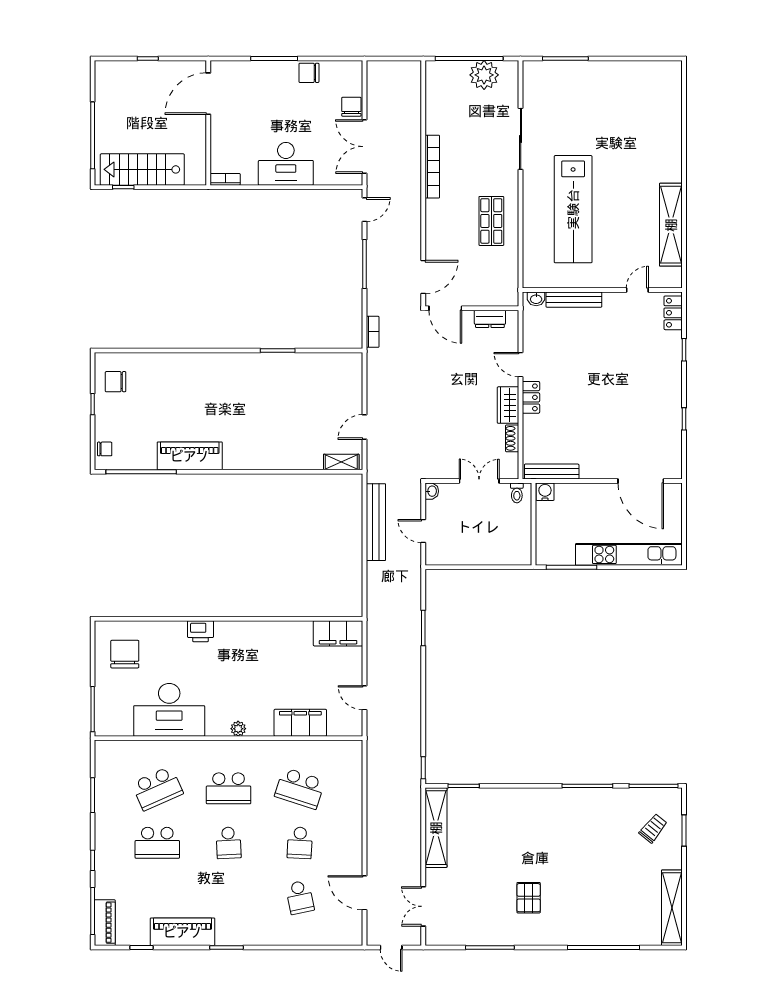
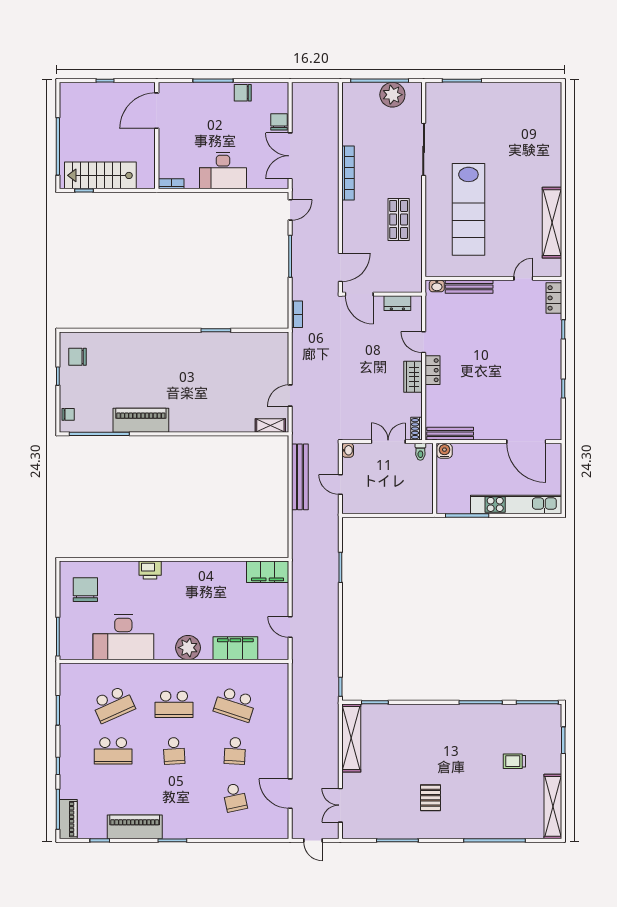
shoe rack: (512, 438) -> (416, 429), moved
plant: (238, 729) -> (188, 648), width x1.88, depth x1.88
trolley: (653, 828) -> (514, 761), moved, turned -129

